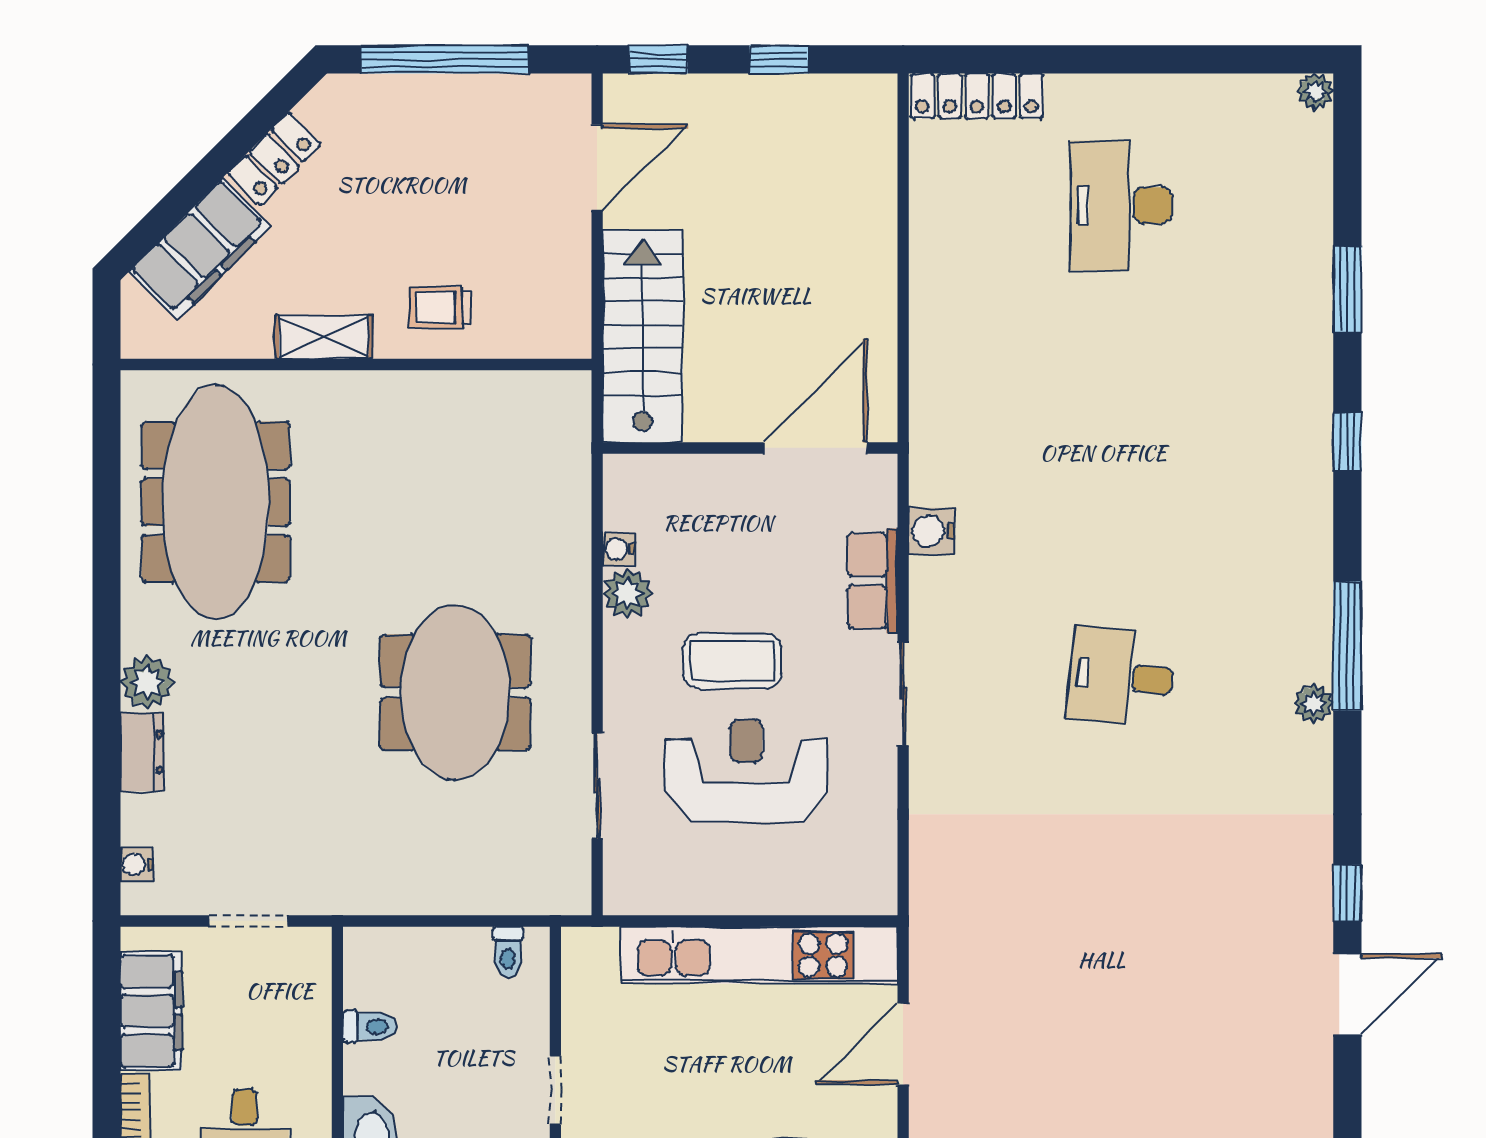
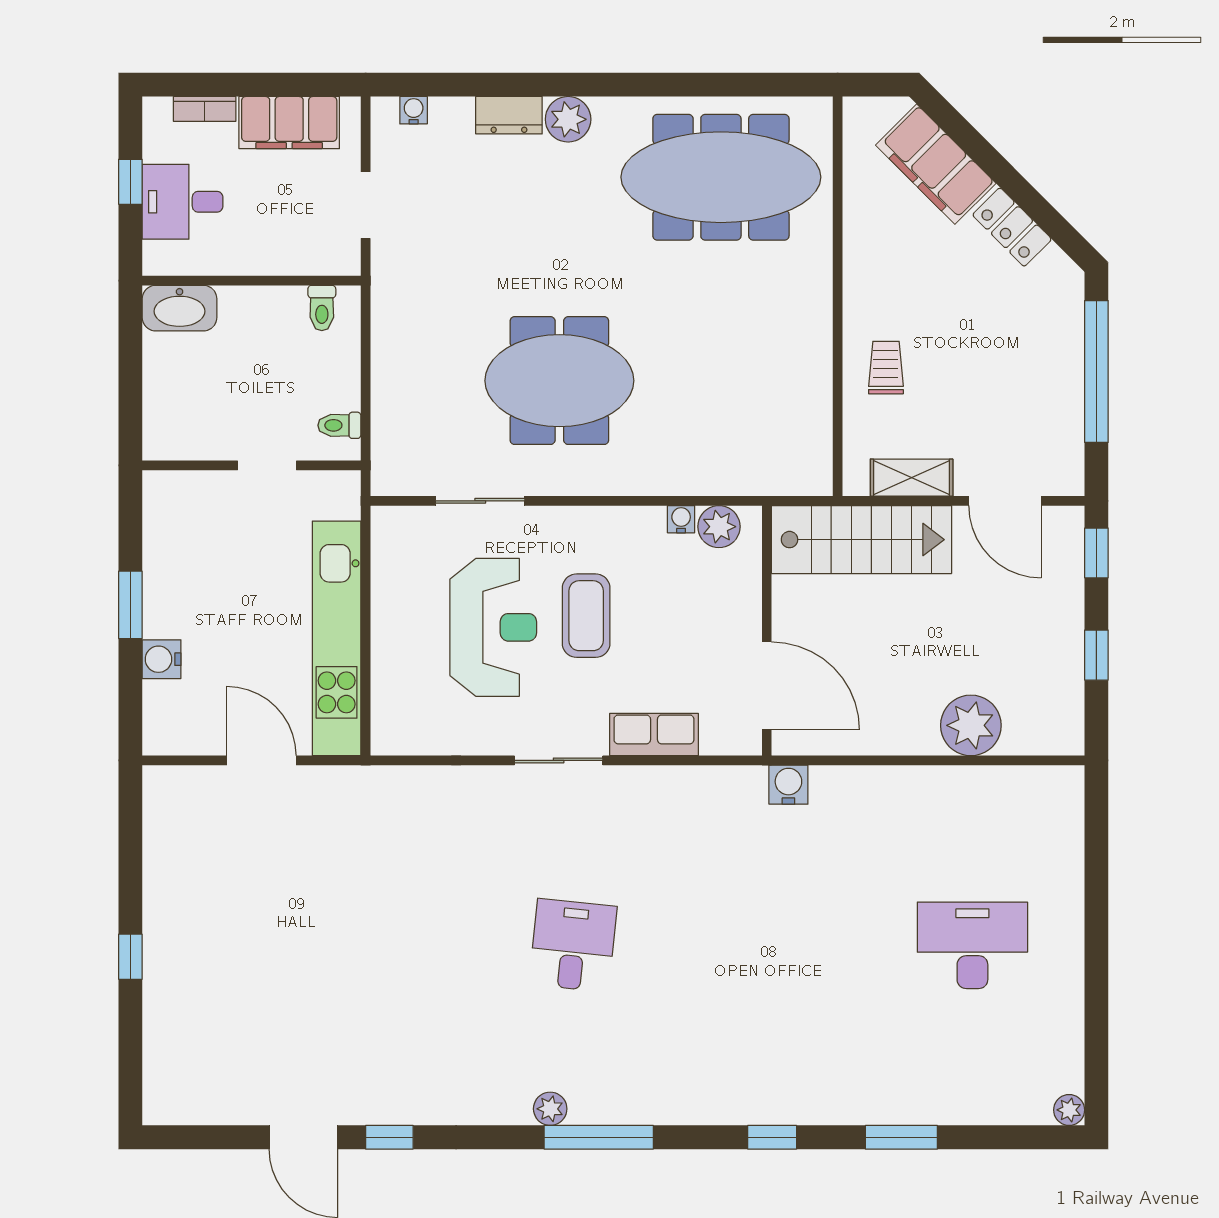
locker: (977, 96) -> (1065, 823), removed
plant: (862, 207) -> (971, 725), added
shelving: (324, 337) -> (912, 478), moved, turned 90
water cooler: (932, 531) -> (788, 785), moved
plant: (628, 594) -> (719, 527), moved
toilet: (370, 1027) -> (322, 308), moved
doorway: (555, 1090) -> (267, 465), moved

